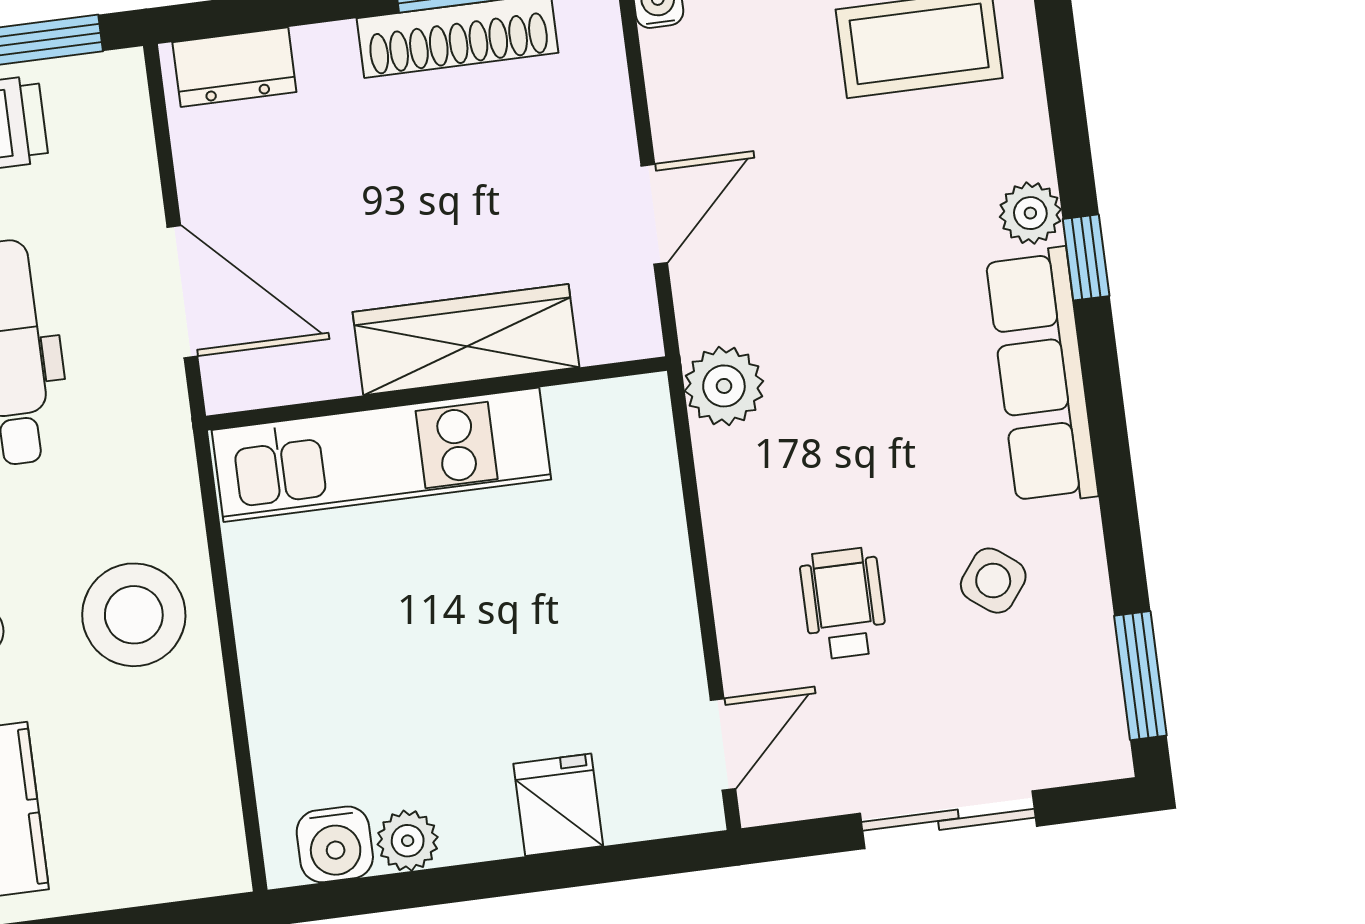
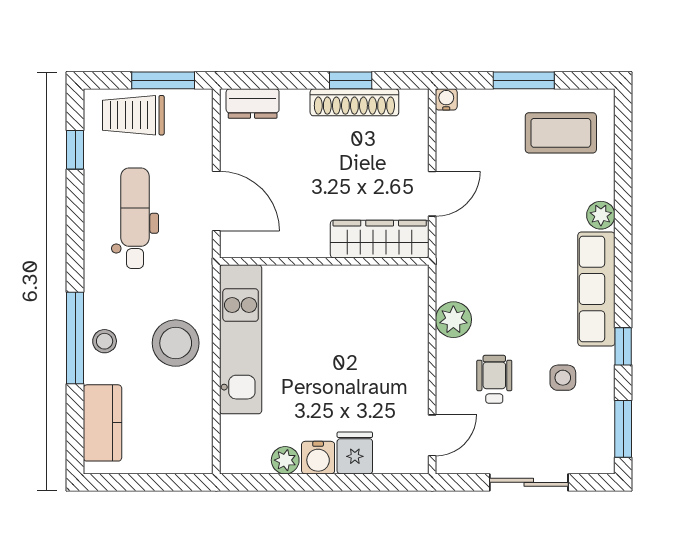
window: (1086, 257) -> (623, 346), moved
wardrobe: (466, 340) -> (380, 239), moved
plant: (724, 386) -> (453, 320), moved
kitchen unit: (381, 455) -> (241, 339), moved, turned -90
side table: (993, 581) -> (563, 378), turned -37
water cooler: (335, 844) -> (318, 458), moved

